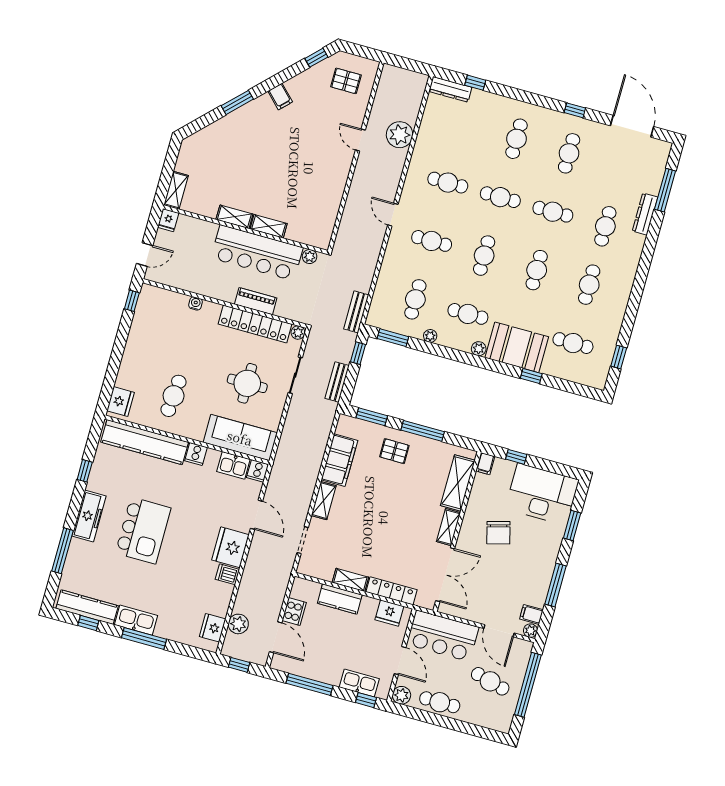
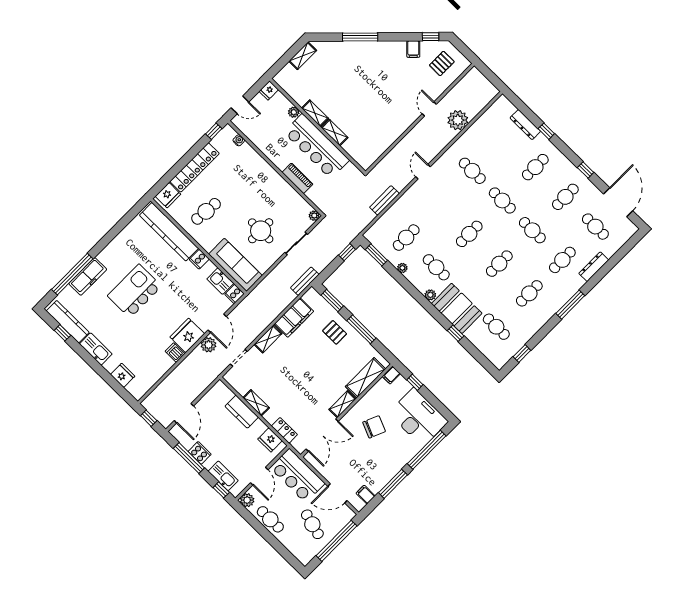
pallet: (346, 81) -> (442, 63), turned 90
window: (475, 83) -> (546, 131), moved
dresser: (450, 89) -> (525, 125), moved
filing cabinet: (280, 97) -> (413, 49), moved
window: (237, 102) -> (360, 37), width x1.44
shelving: (176, 190) -> (303, 56), moved
window: (665, 190) -> (570, 305), moved
cafe table: (432, 241) -> (595, 227), moved
plant: (310, 257) -> (294, 112), moved
water cooler: (195, 303) -> (239, 140), moved
bench: (356, 312) -> (384, 200), moved
locker: (255, 324) -> (194, 167), moved, turned -90
bench: (337, 382) -> (305, 281), moved
window: (85, 471) -> (118, 228), removed
freezer: (89, 516) -> (88, 276), moved
window: (572, 526) -> (427, 450), width x2.11
kitchen island: (143, 530) -> (135, 291), turned 180
chair: (498, 533) -> (374, 427), turned -142
window: (62, 551) -> (72, 274), width x1.46
locker: (392, 591) -> (284, 430), width x0.66
cooker: (294, 612) -> (200, 453), moved, turned -90
plant: (238, 624) -> (209, 345), moved
fridge: (213, 628) -> (123, 375), moved, turned 90
door: (499, 631) -> (337, 493), hinge flipped
plant: (530, 631) -> (359, 505), removed
window: (144, 638) -> (94, 364), removed

